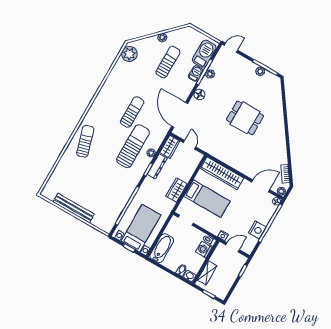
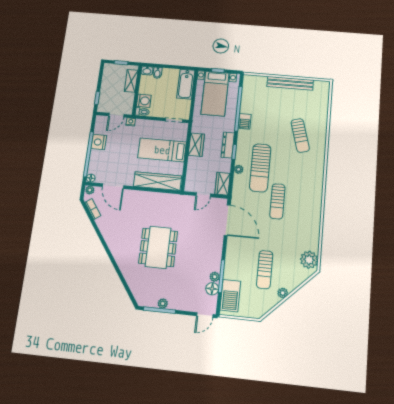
barbecue: (196, 74) -> (245, 121), moved
floor lamp: (199, 94) -> (212, 289), moved
dining table: (245, 118) -> (158, 247), width x1.38
sun lounger: (85, 141) -> (300, 136), moved
door: (190, 145) -> (203, 195), hinge flipped
dresser: (157, 166) -> (228, 145), moved
door: (261, 186) -> (113, 186), hinge flipped

